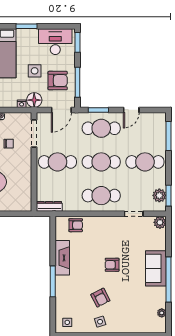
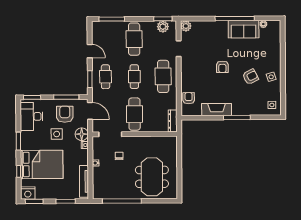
cafe table: (101, 128) -> (105, 77), width x0.73, depth x0.74
cafe table: (101, 162) -> (134, 77), width x0.73, depth x0.74
sofa: (156, 268) -> (244, 29), moved

